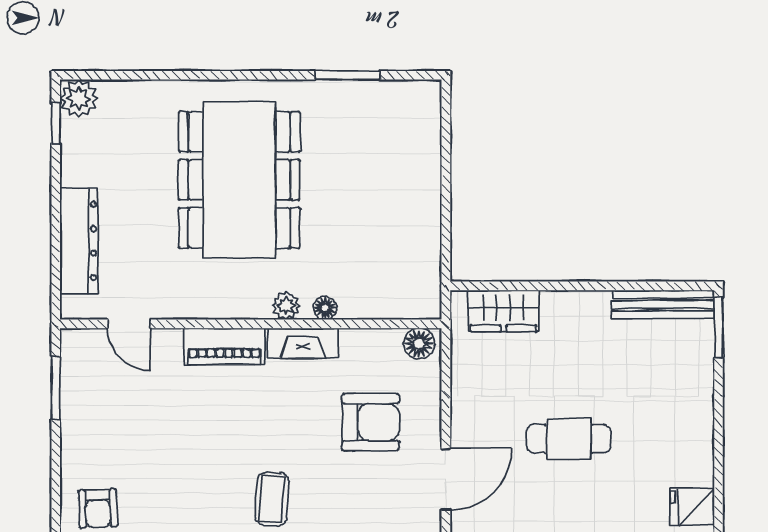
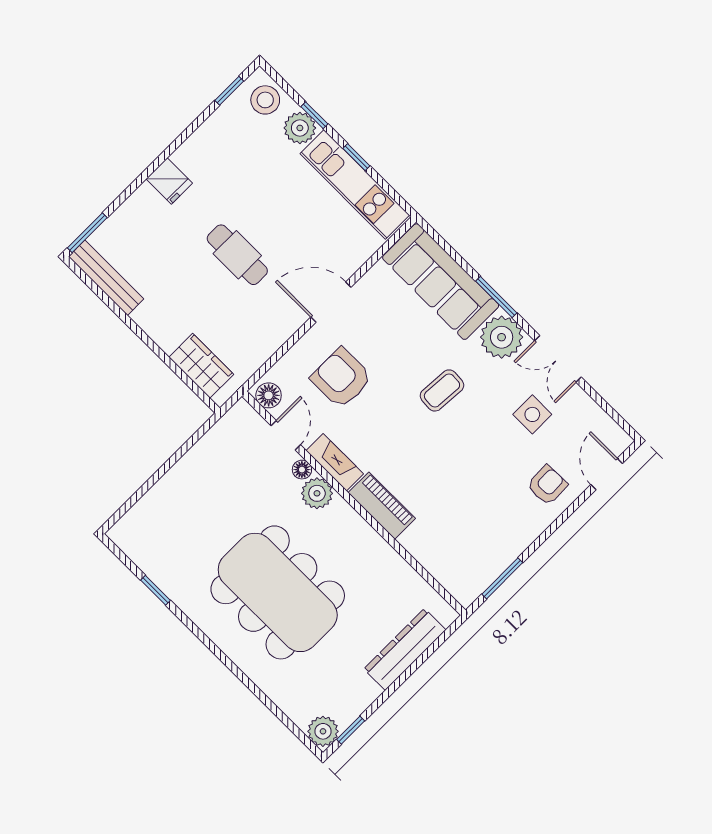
window: (347, 75) -> (156, 590), width x0.67
dining table: (239, 180) -> (278, 592), turned 90
plant: (286, 306) -> (317, 493), width x1.38, depth x1.38
door: (129, 324) -> (286, 435), moved
fridge: (692, 507) -> (169, 181), moved

